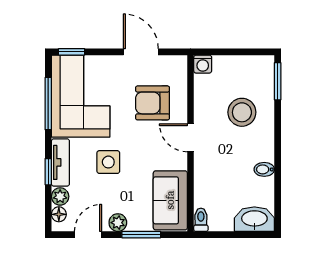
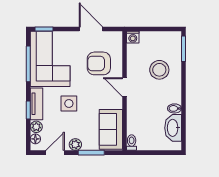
washbasin: (254, 219) -> (173, 128), moved, turned -90

